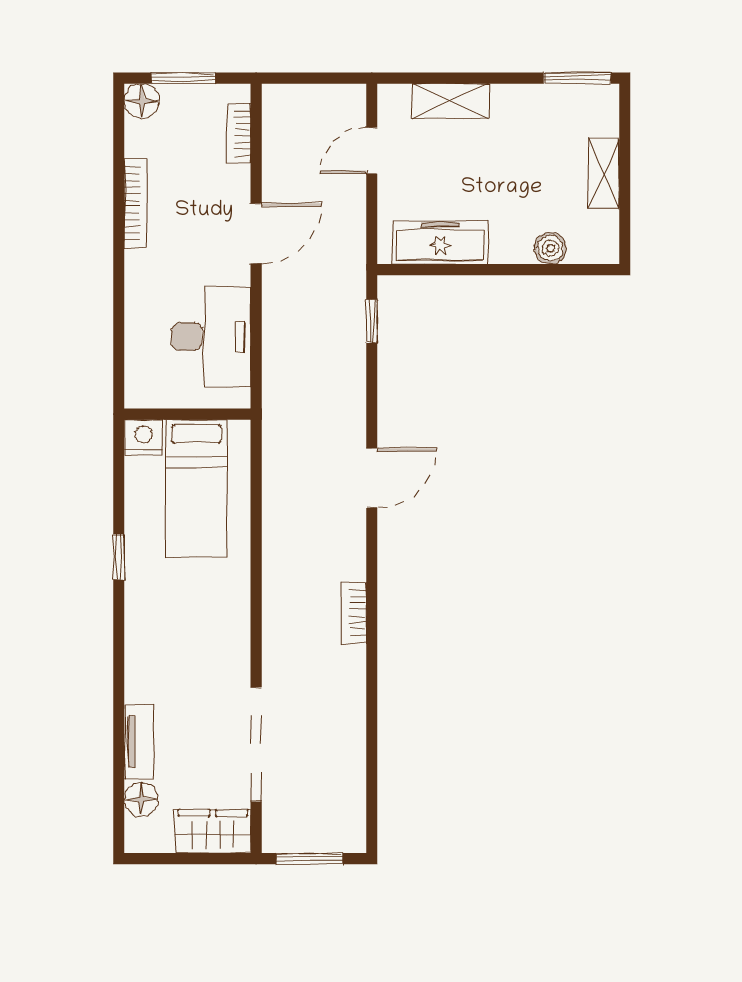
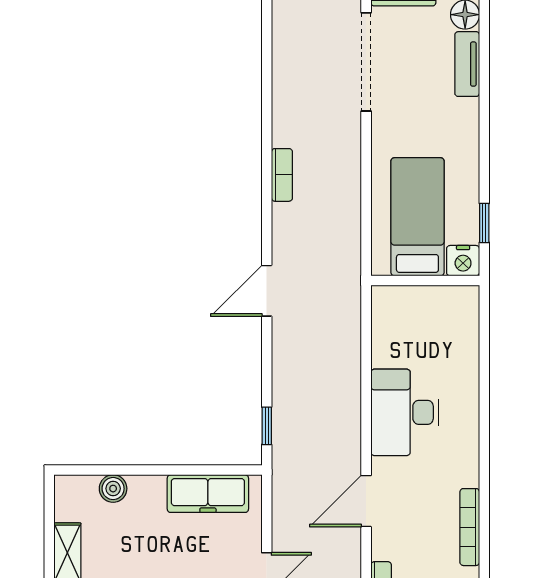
wall: (187, 414) -> (425, 281), moved
nightstand: (143, 437) -> (463, 261), moved
bed: (196, 488) -> (417, 217), moved

